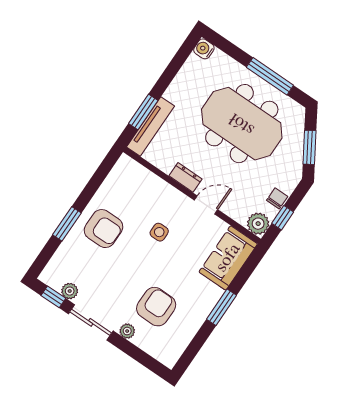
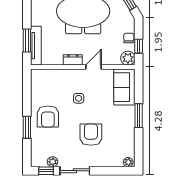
armchair: (104, 229) -> (48, 117), turned 90
armchair: (156, 307) -> (91, 135), moved
plant: (127, 331) -> (128, 162), moved

